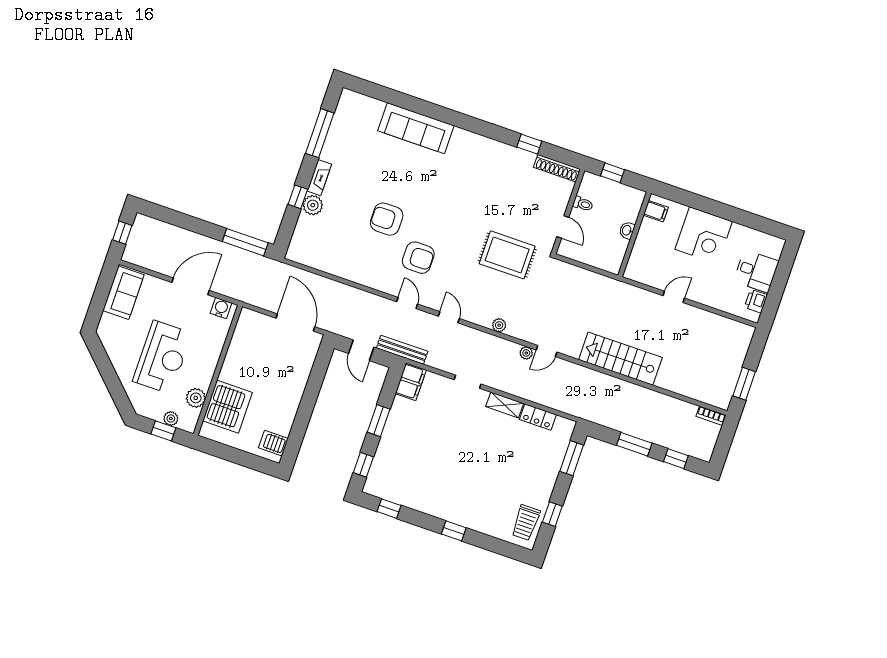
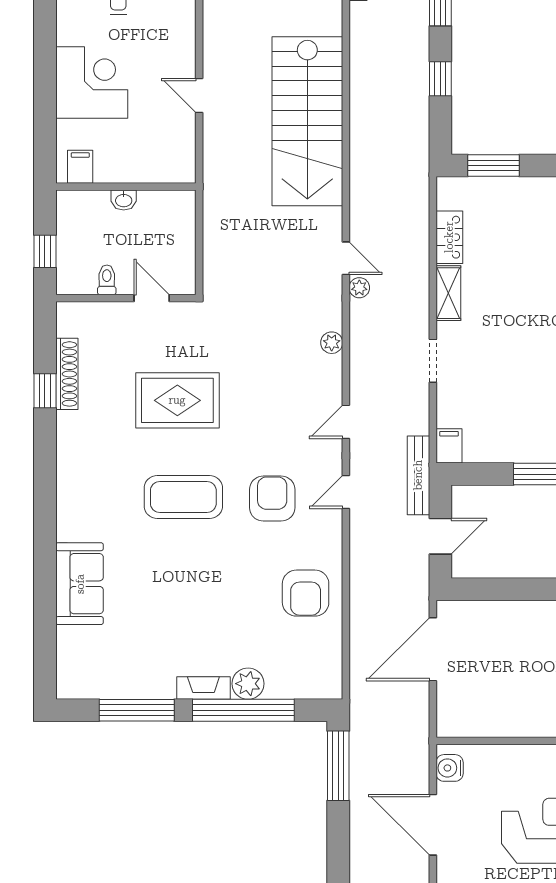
sofa: (416, 128) -> (80, 584), width x0.73
shoe rack: (557, 168) -> (67, 374), moved
window: (298, 197) -> (243, 710), width x3.17
coffee table: (437, 205) -> (183, 497), added
armchair: (387, 219) -> (306, 593), moved
door: (563, 227) -> (152, 298), hinge flipped
rug: (507, 255) -> (177, 400), moved, turned 90
stairs: (620, 359) -> (307, 121), width x1.36, depth x1.51
filing cabinet: (411, 382) -> (449, 446), width x0.50
window: (634, 444) -> (440, 79), width x0.67

